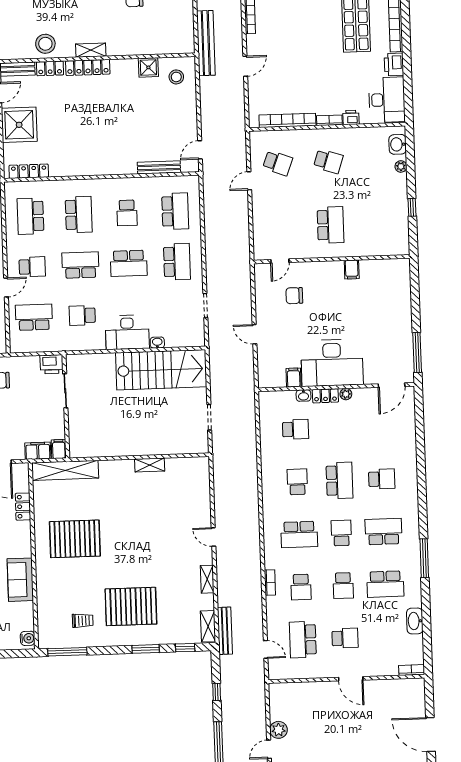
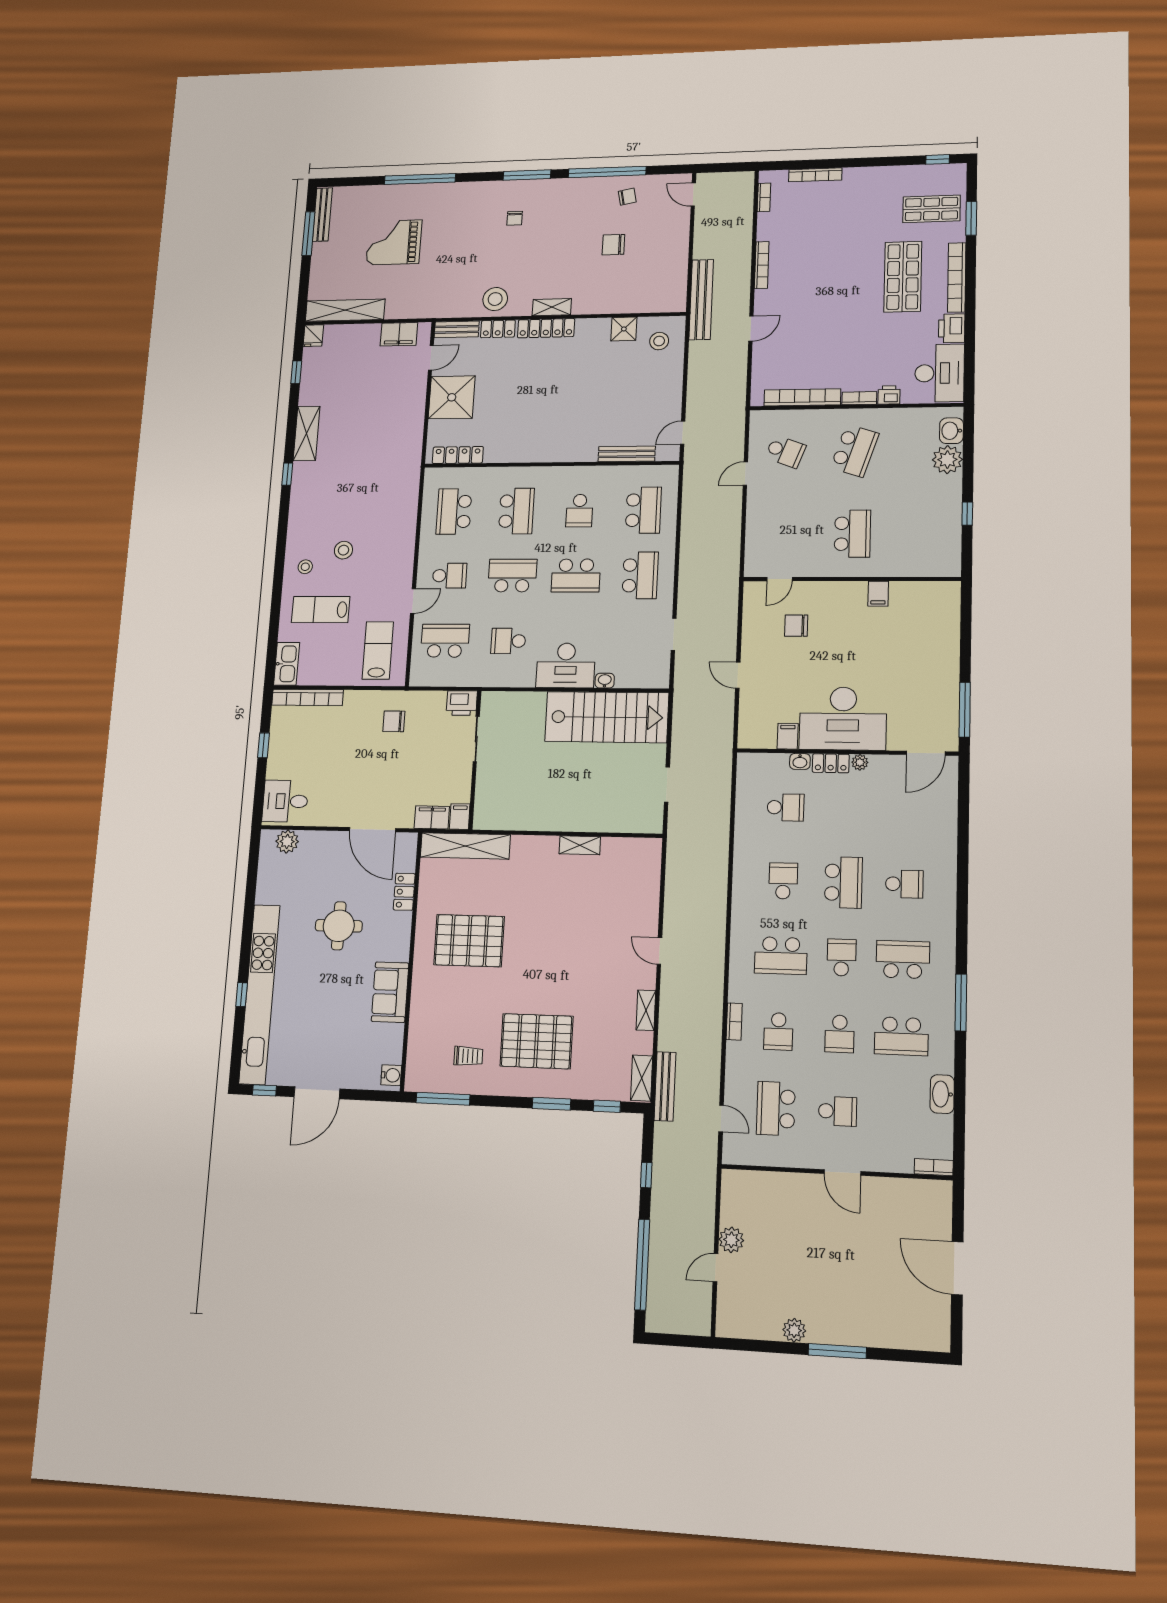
school desk: (328, 161) -> (855, 451), width x1.85
plant: (401, 166) -> (947, 460), width x1.88, depth x1.88

